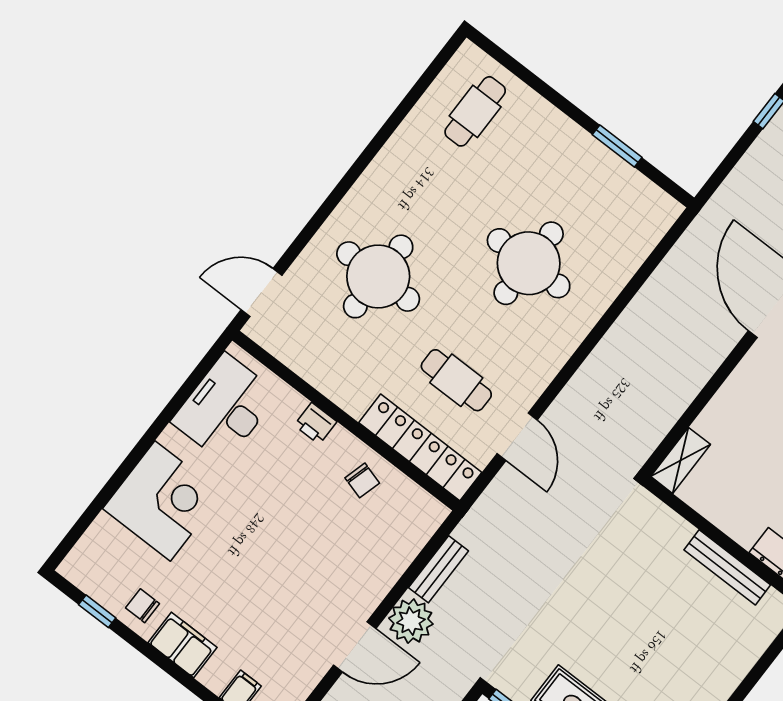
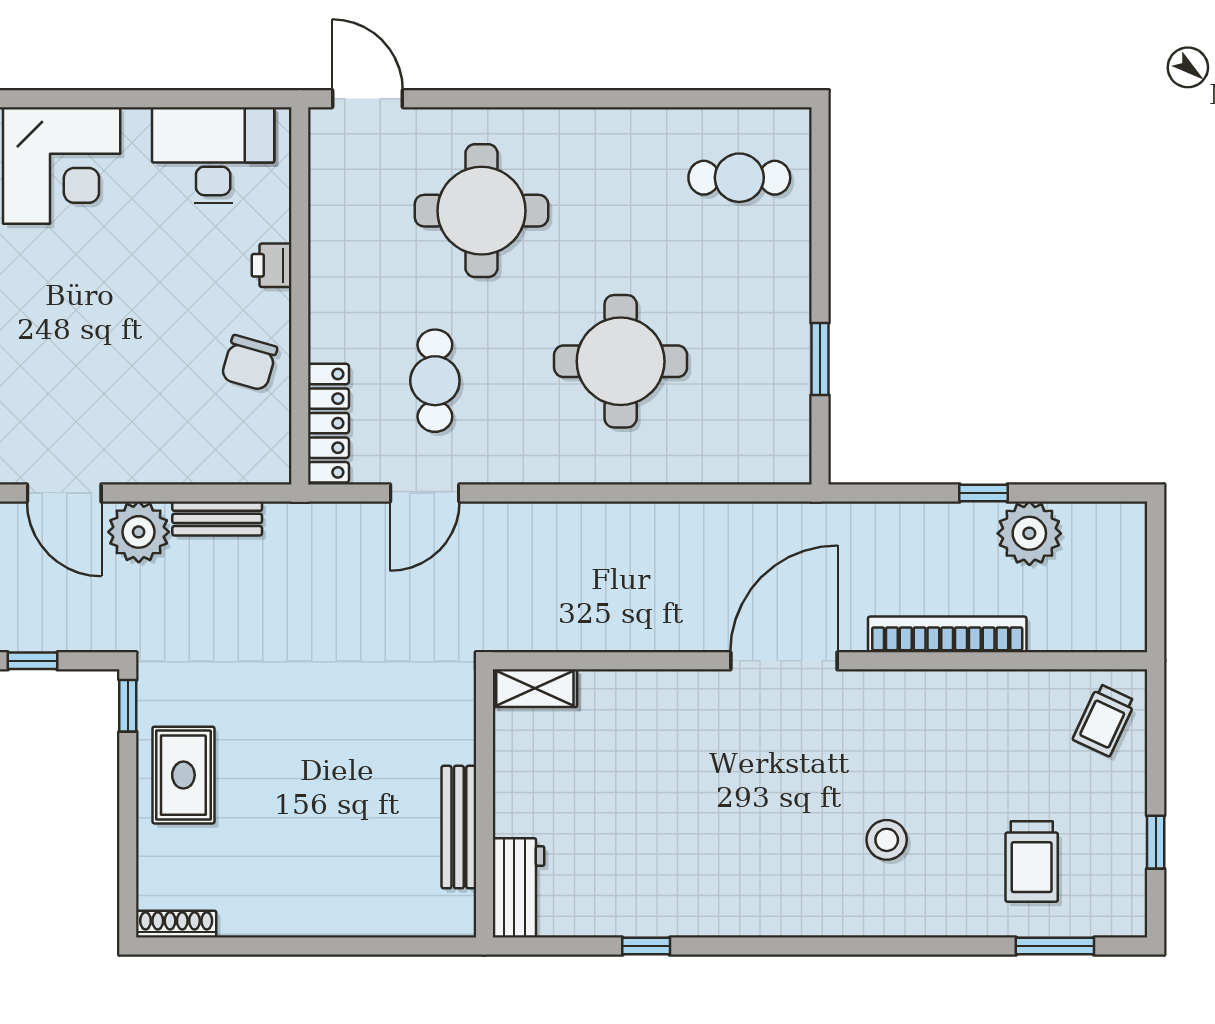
locker: (420, 447) -> (329, 423), width x0.71, depth x0.83
chair: (362, 480) -> (249, 363), width x1.37, depth x1.37

